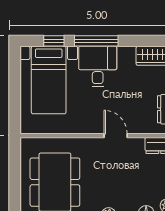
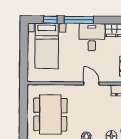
desk: (98, 67) -> (92, 37), moved

